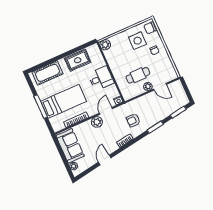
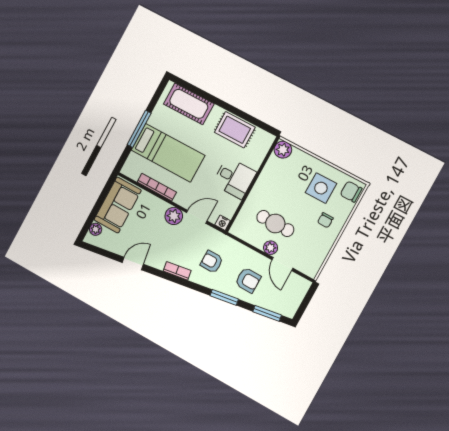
armchair: (155, 109) -> (248, 280), added

